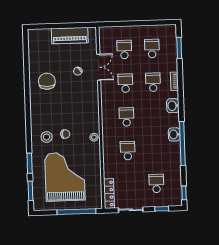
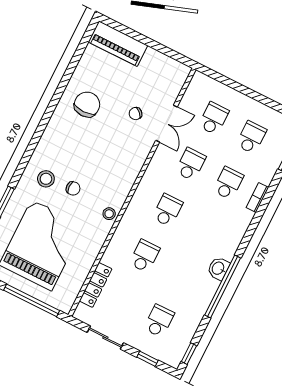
piano: (70, 36) -> (118, 44), moved
washbasin: (173, 106) -> (238, 229), removed
locker: (109, 194) -> (96, 285), moved

